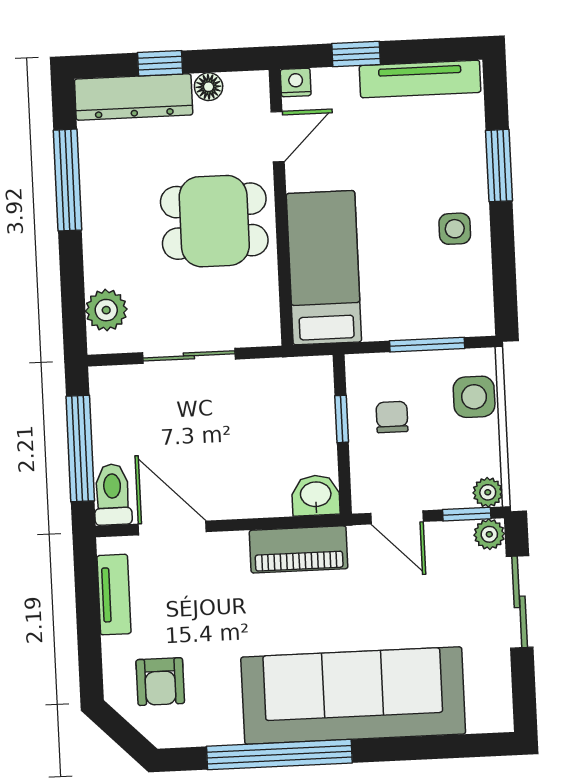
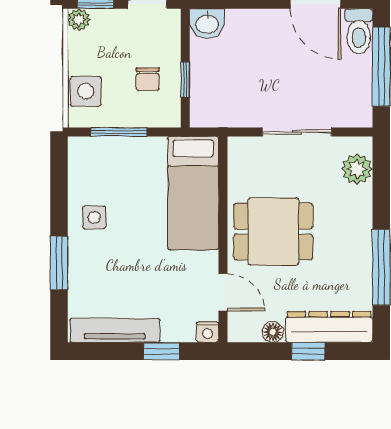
door: (278, 137) -> (223, 292), swing flipped

